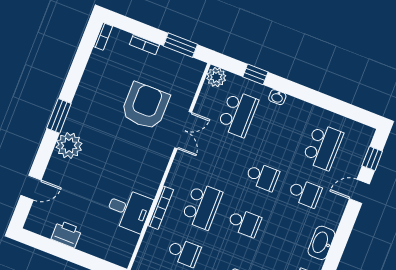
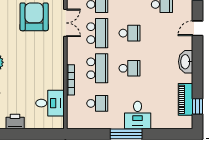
door: (359, 191) -> (197, 28), moved
school desk: (305, 193) -> (97, 33), moved, width x1.85
desk: (129, 210) -> (50, 103), moved

